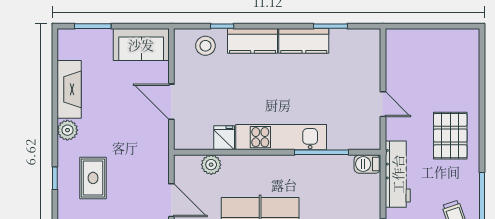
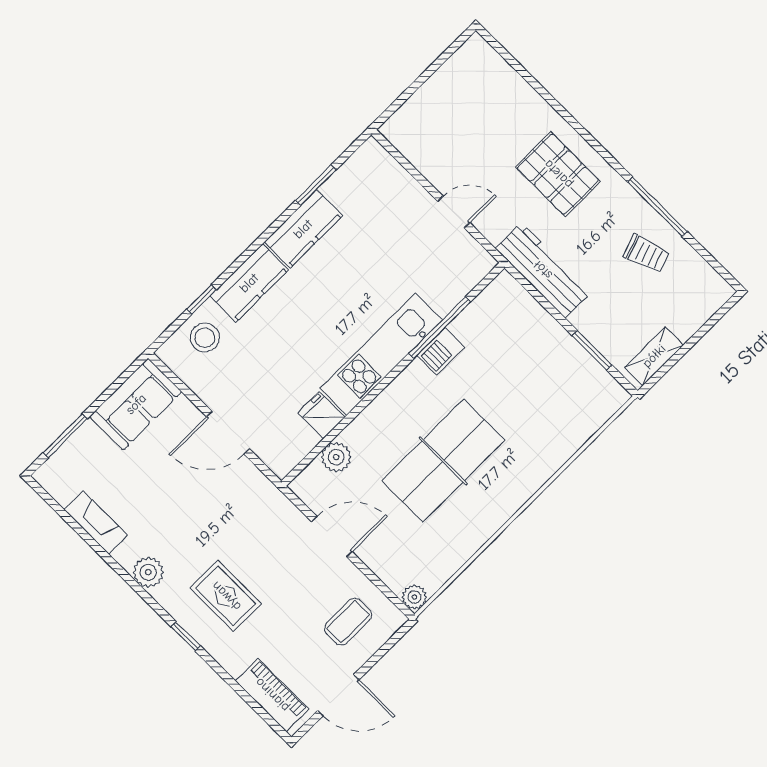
fireplace: (69, 89) -> (96, 522), width x0.73, depth x0.76
barbecue: (367, 164) -> (441, 351), moved

